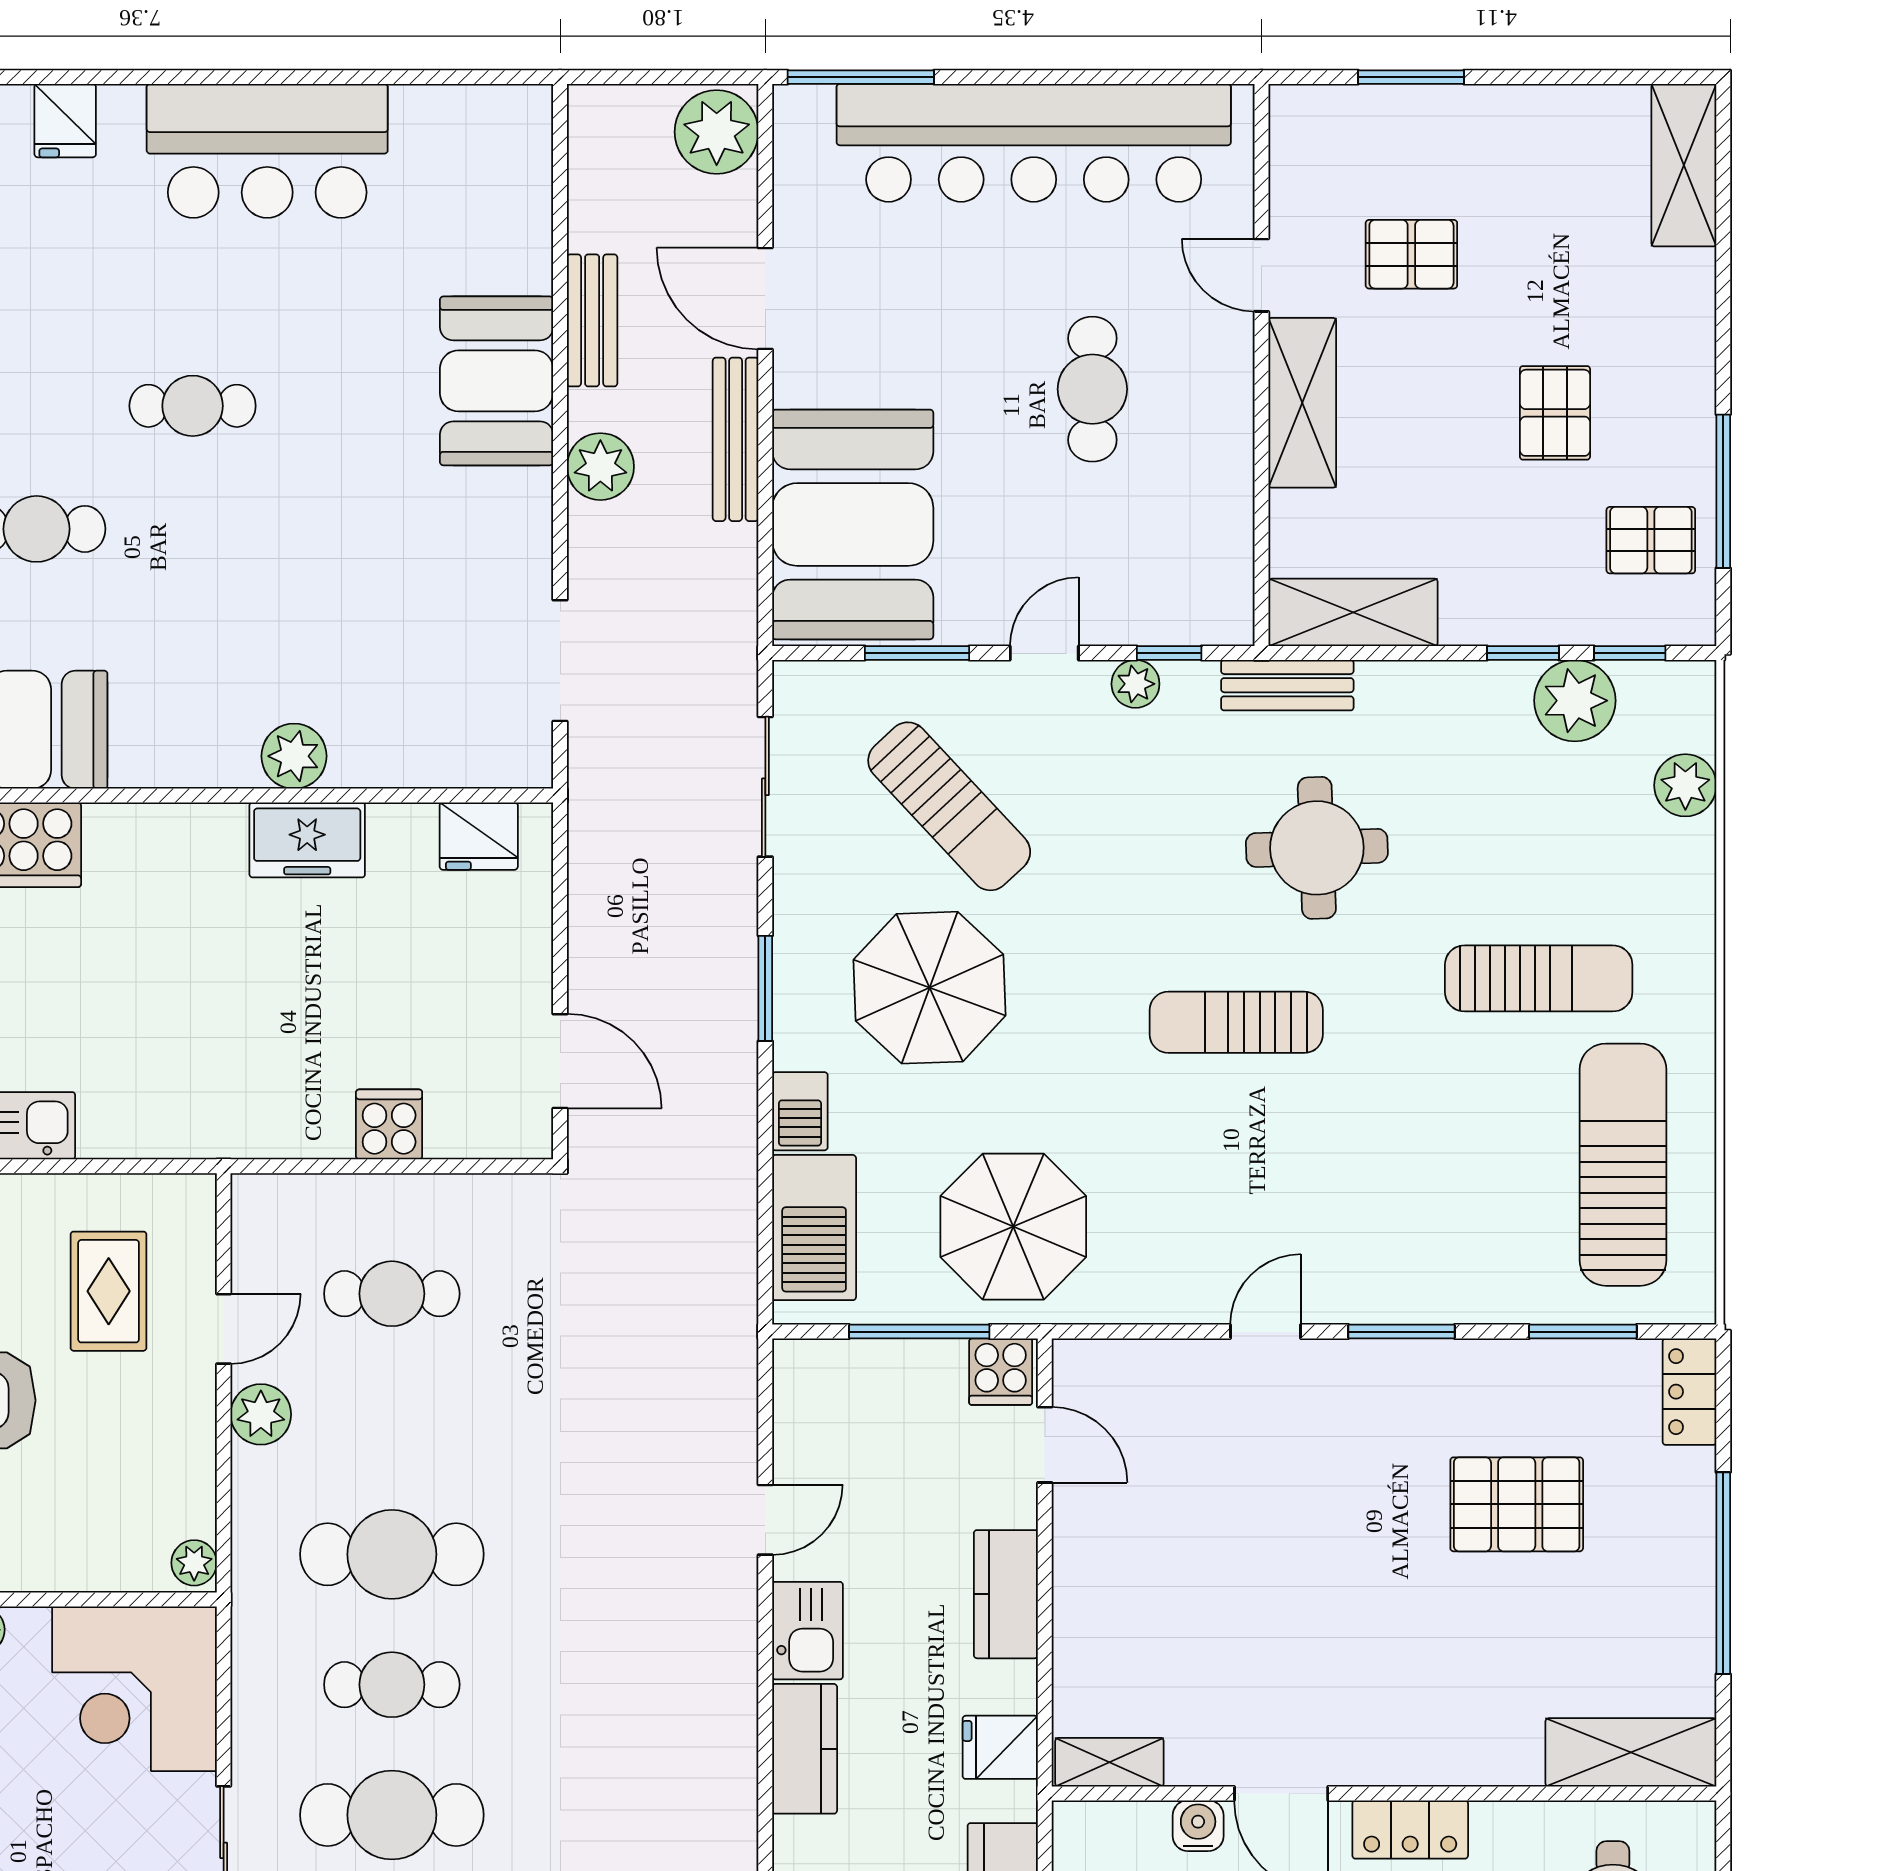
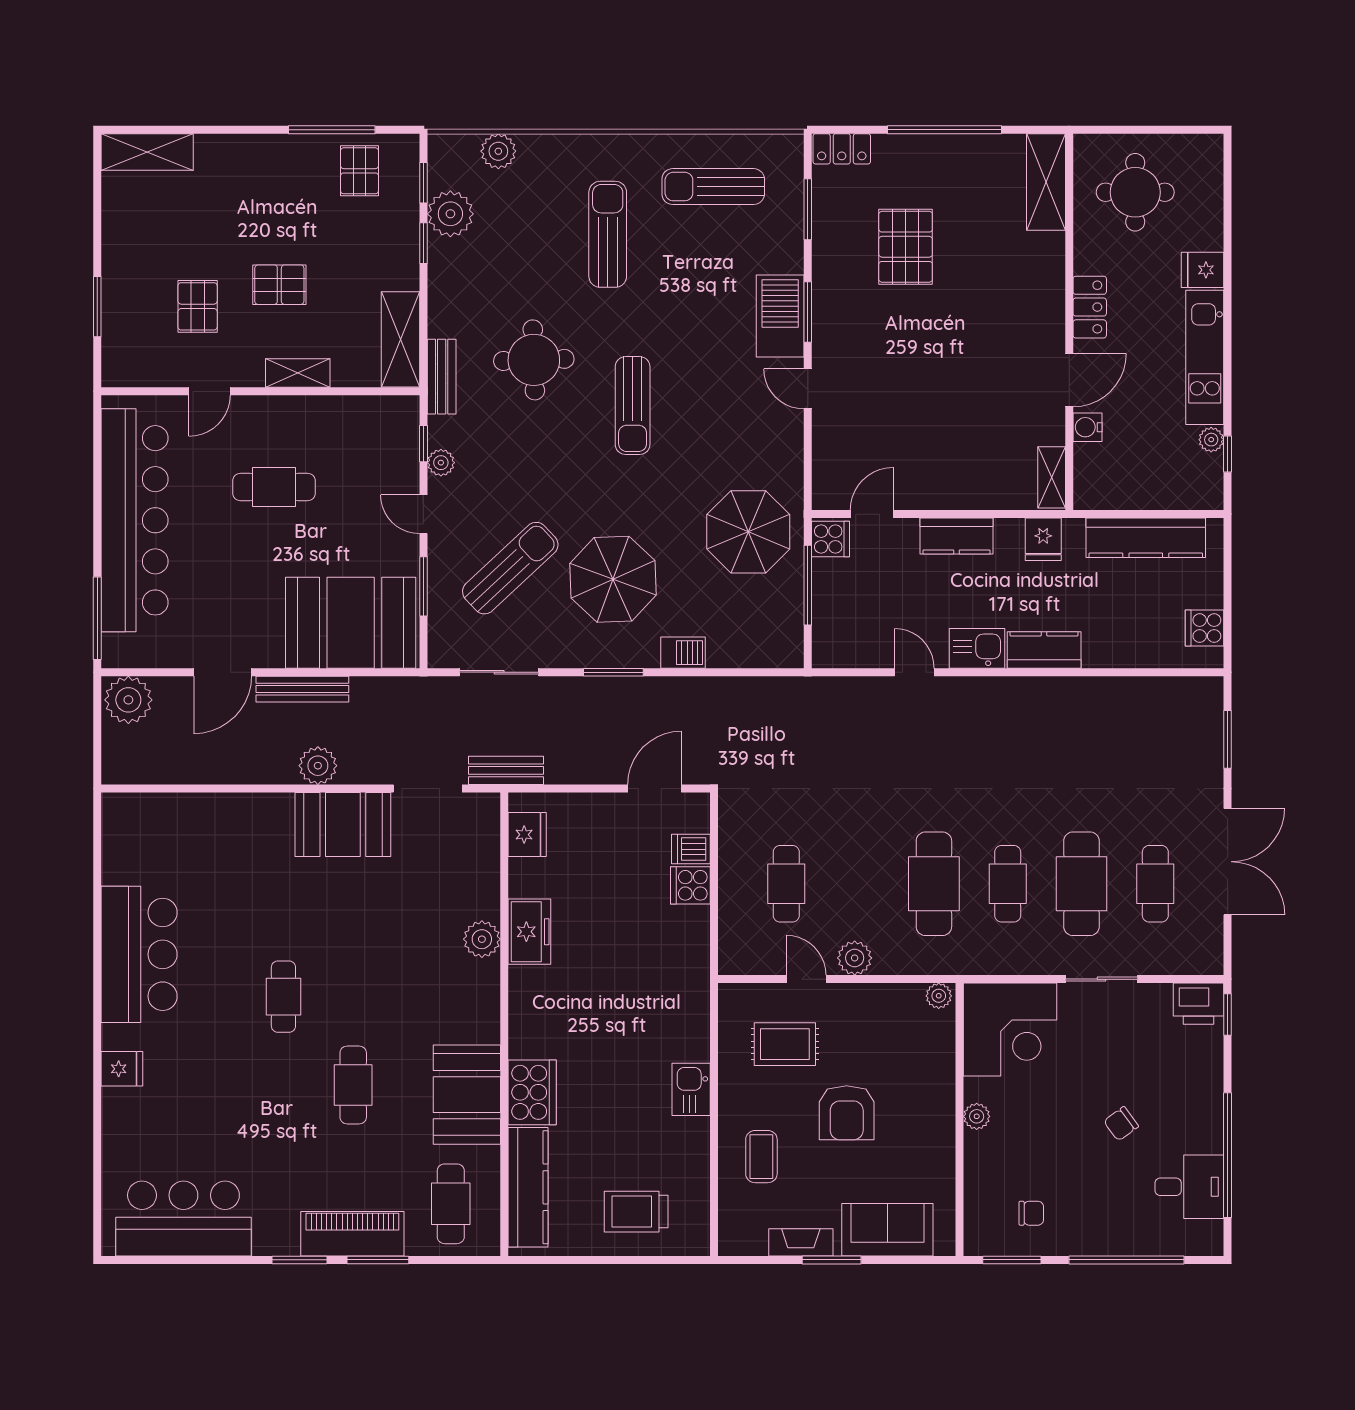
bench: (592, 320) -> (506, 770), moved
booth: (497, 381) -> (343, 824), moved
shelving: (1302, 403) -> (298, 373), width x0.67, depth x0.75
pallet: (1555, 413) -> (279, 285), moved
dishwasher: (453, 1125) -> (691, 849), added
sun lounger: (1623, 1165) -> (713, 187), width x0.73, depth x0.75
barbecue: (814, 1228) -> (780, 316), moved, turned -90

